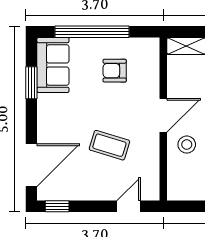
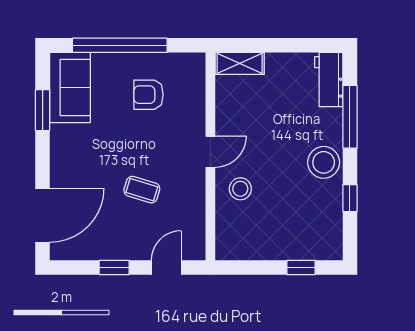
door: (163, 115) -> (210, 152), width x0.73
coffee table: (109, 145) -> (142, 190), width x0.73, depth x0.77
window: (57, 206) -> (114, 267), moved

